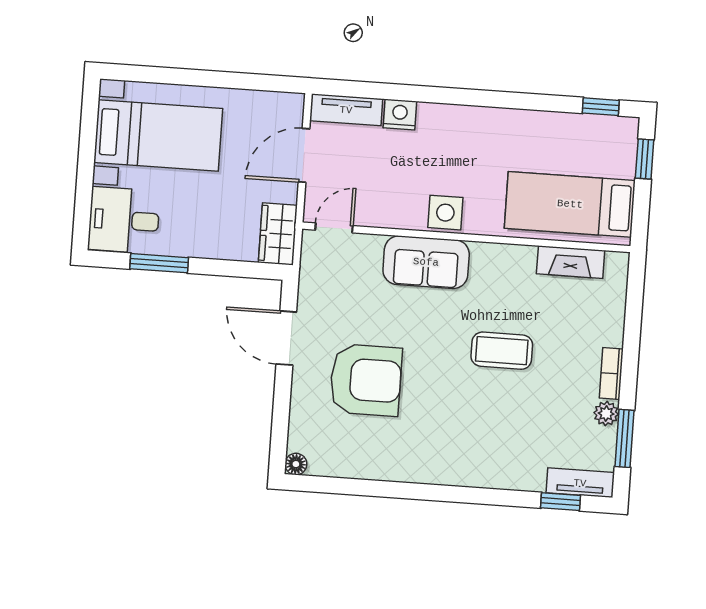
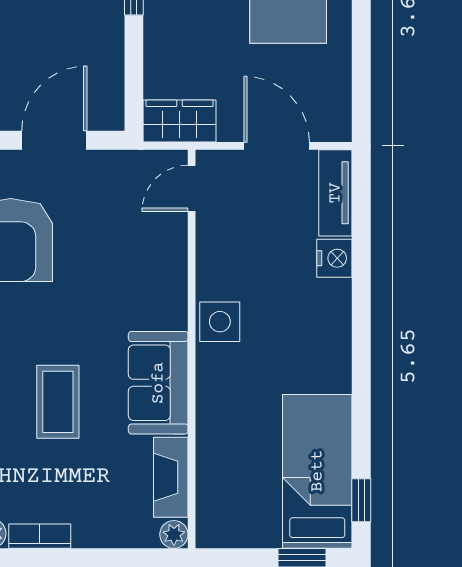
bed: (570, 204) -> (317, 471), moved
door: (334, 228) -> (192, 188), swing flipped
sofa: (426, 262) -> (158, 383), moved
plant: (618, 263) -> (174, 534), added

